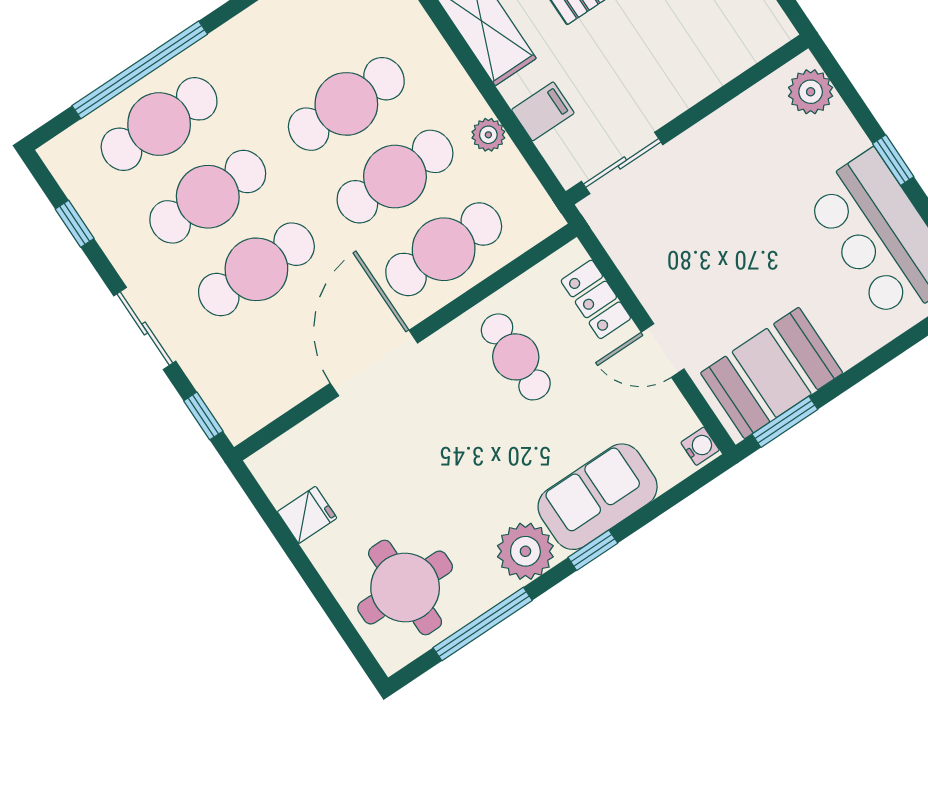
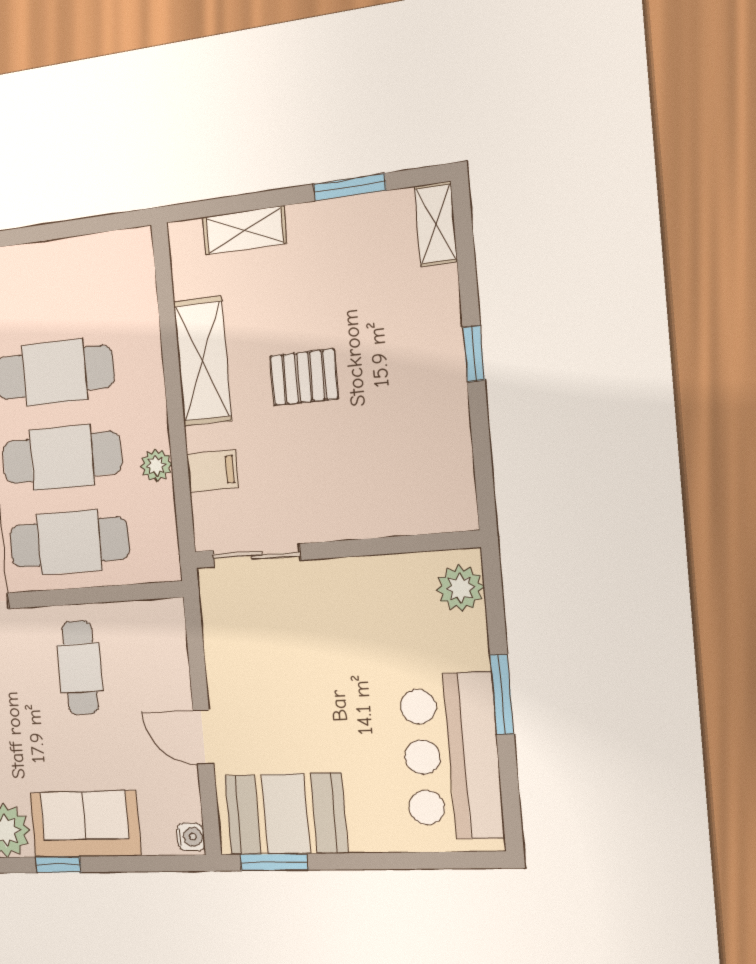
window: (893, 160) -> (502, 694), width x1.50
locker: (596, 299) -> (171, 660), removed

